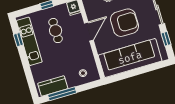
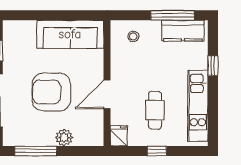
window: (18, 40) -> (213, 66), moved
sofa: (130, 58) -> (70, 34), width x0.74, depth x0.79

